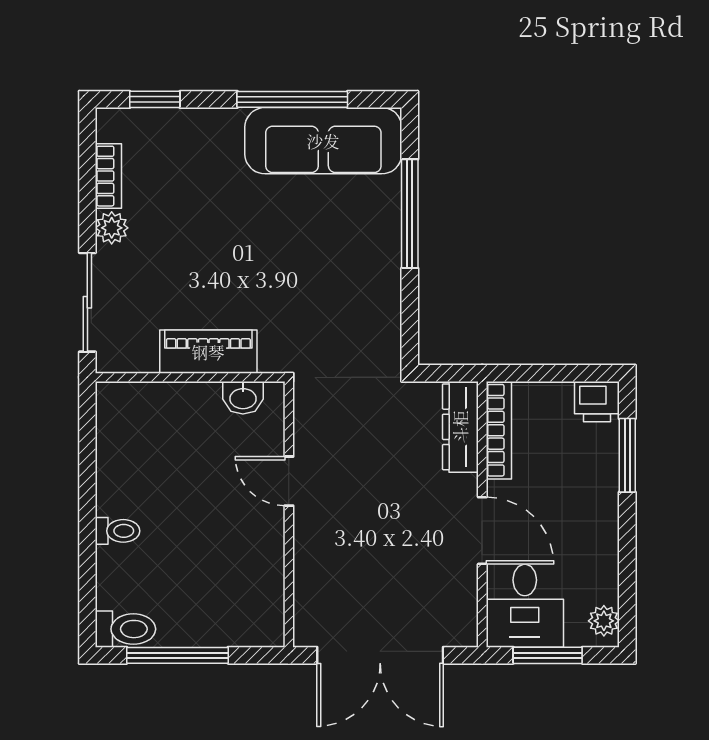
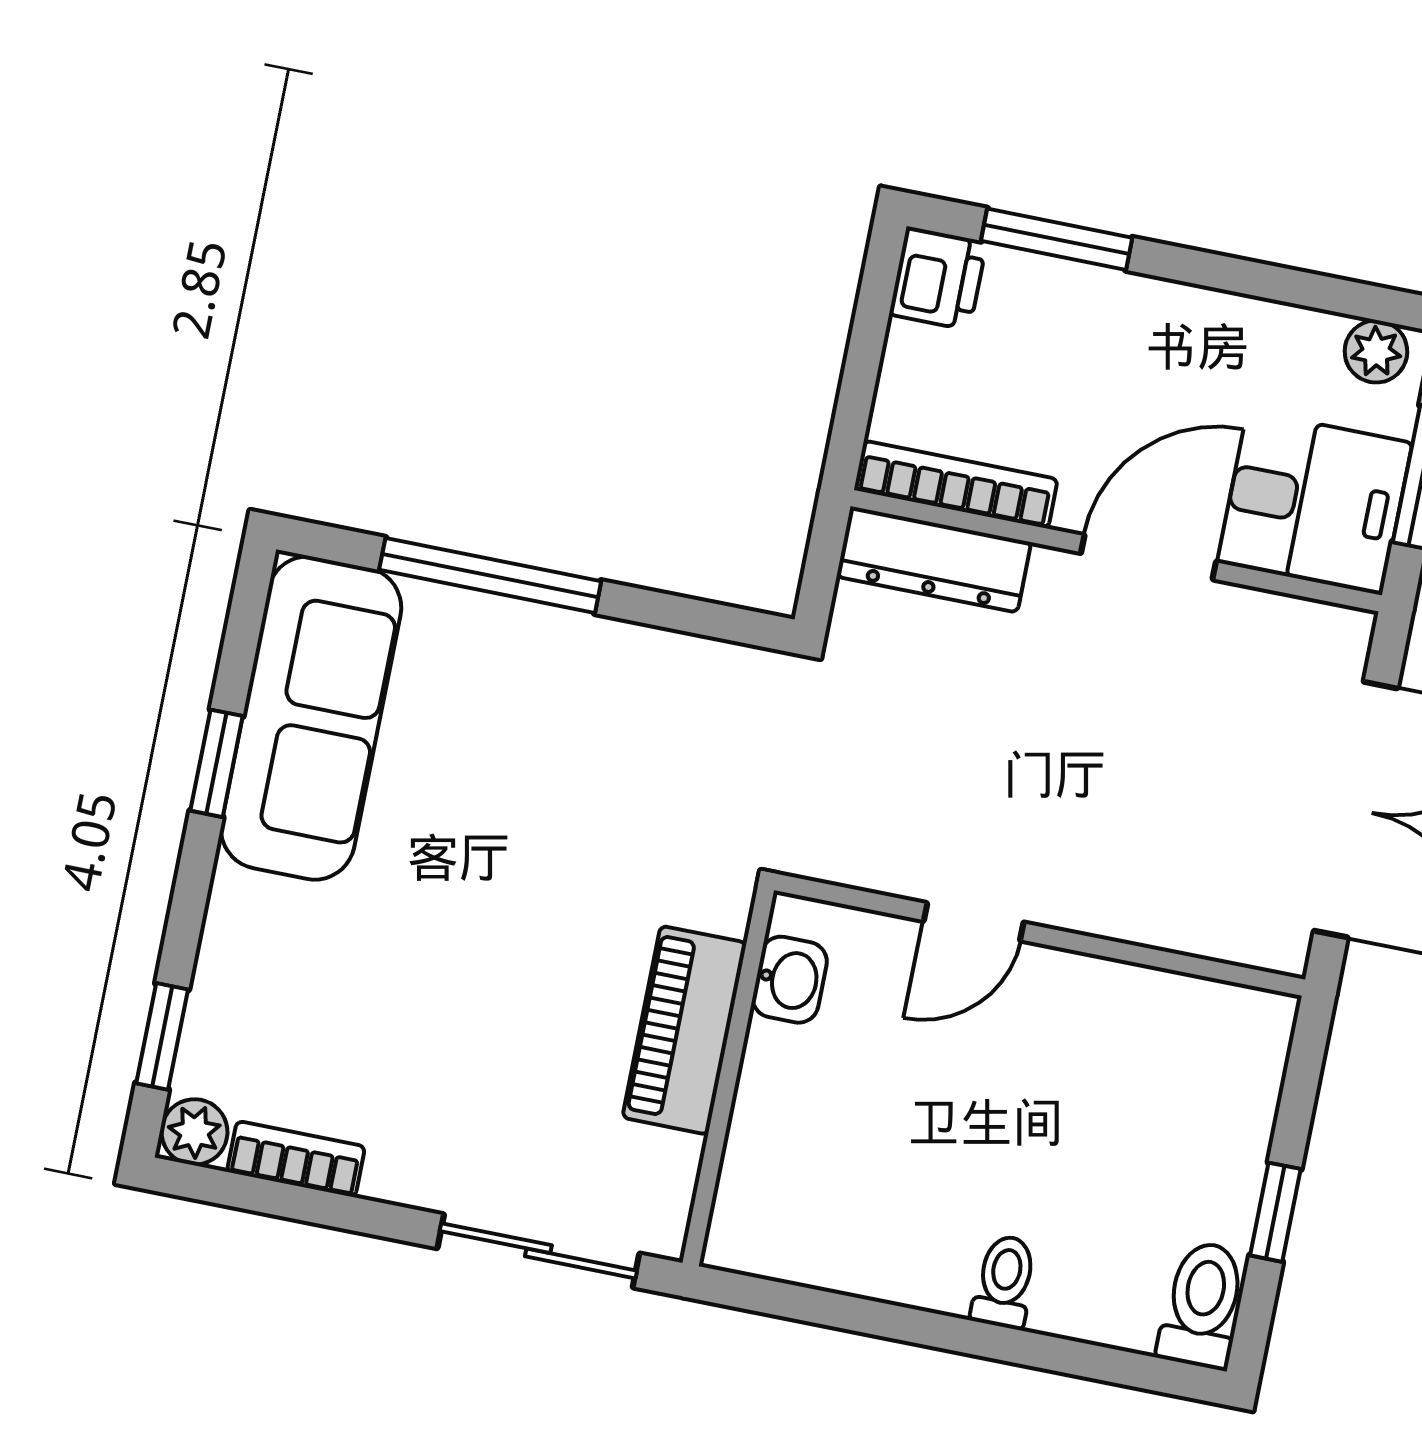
window: (292, 99) -> (217, 763), width x0.46
plant: (112, 228) -> (194, 1132), moved
window: (177, 655) -> (1275, 1212), width x0.46

